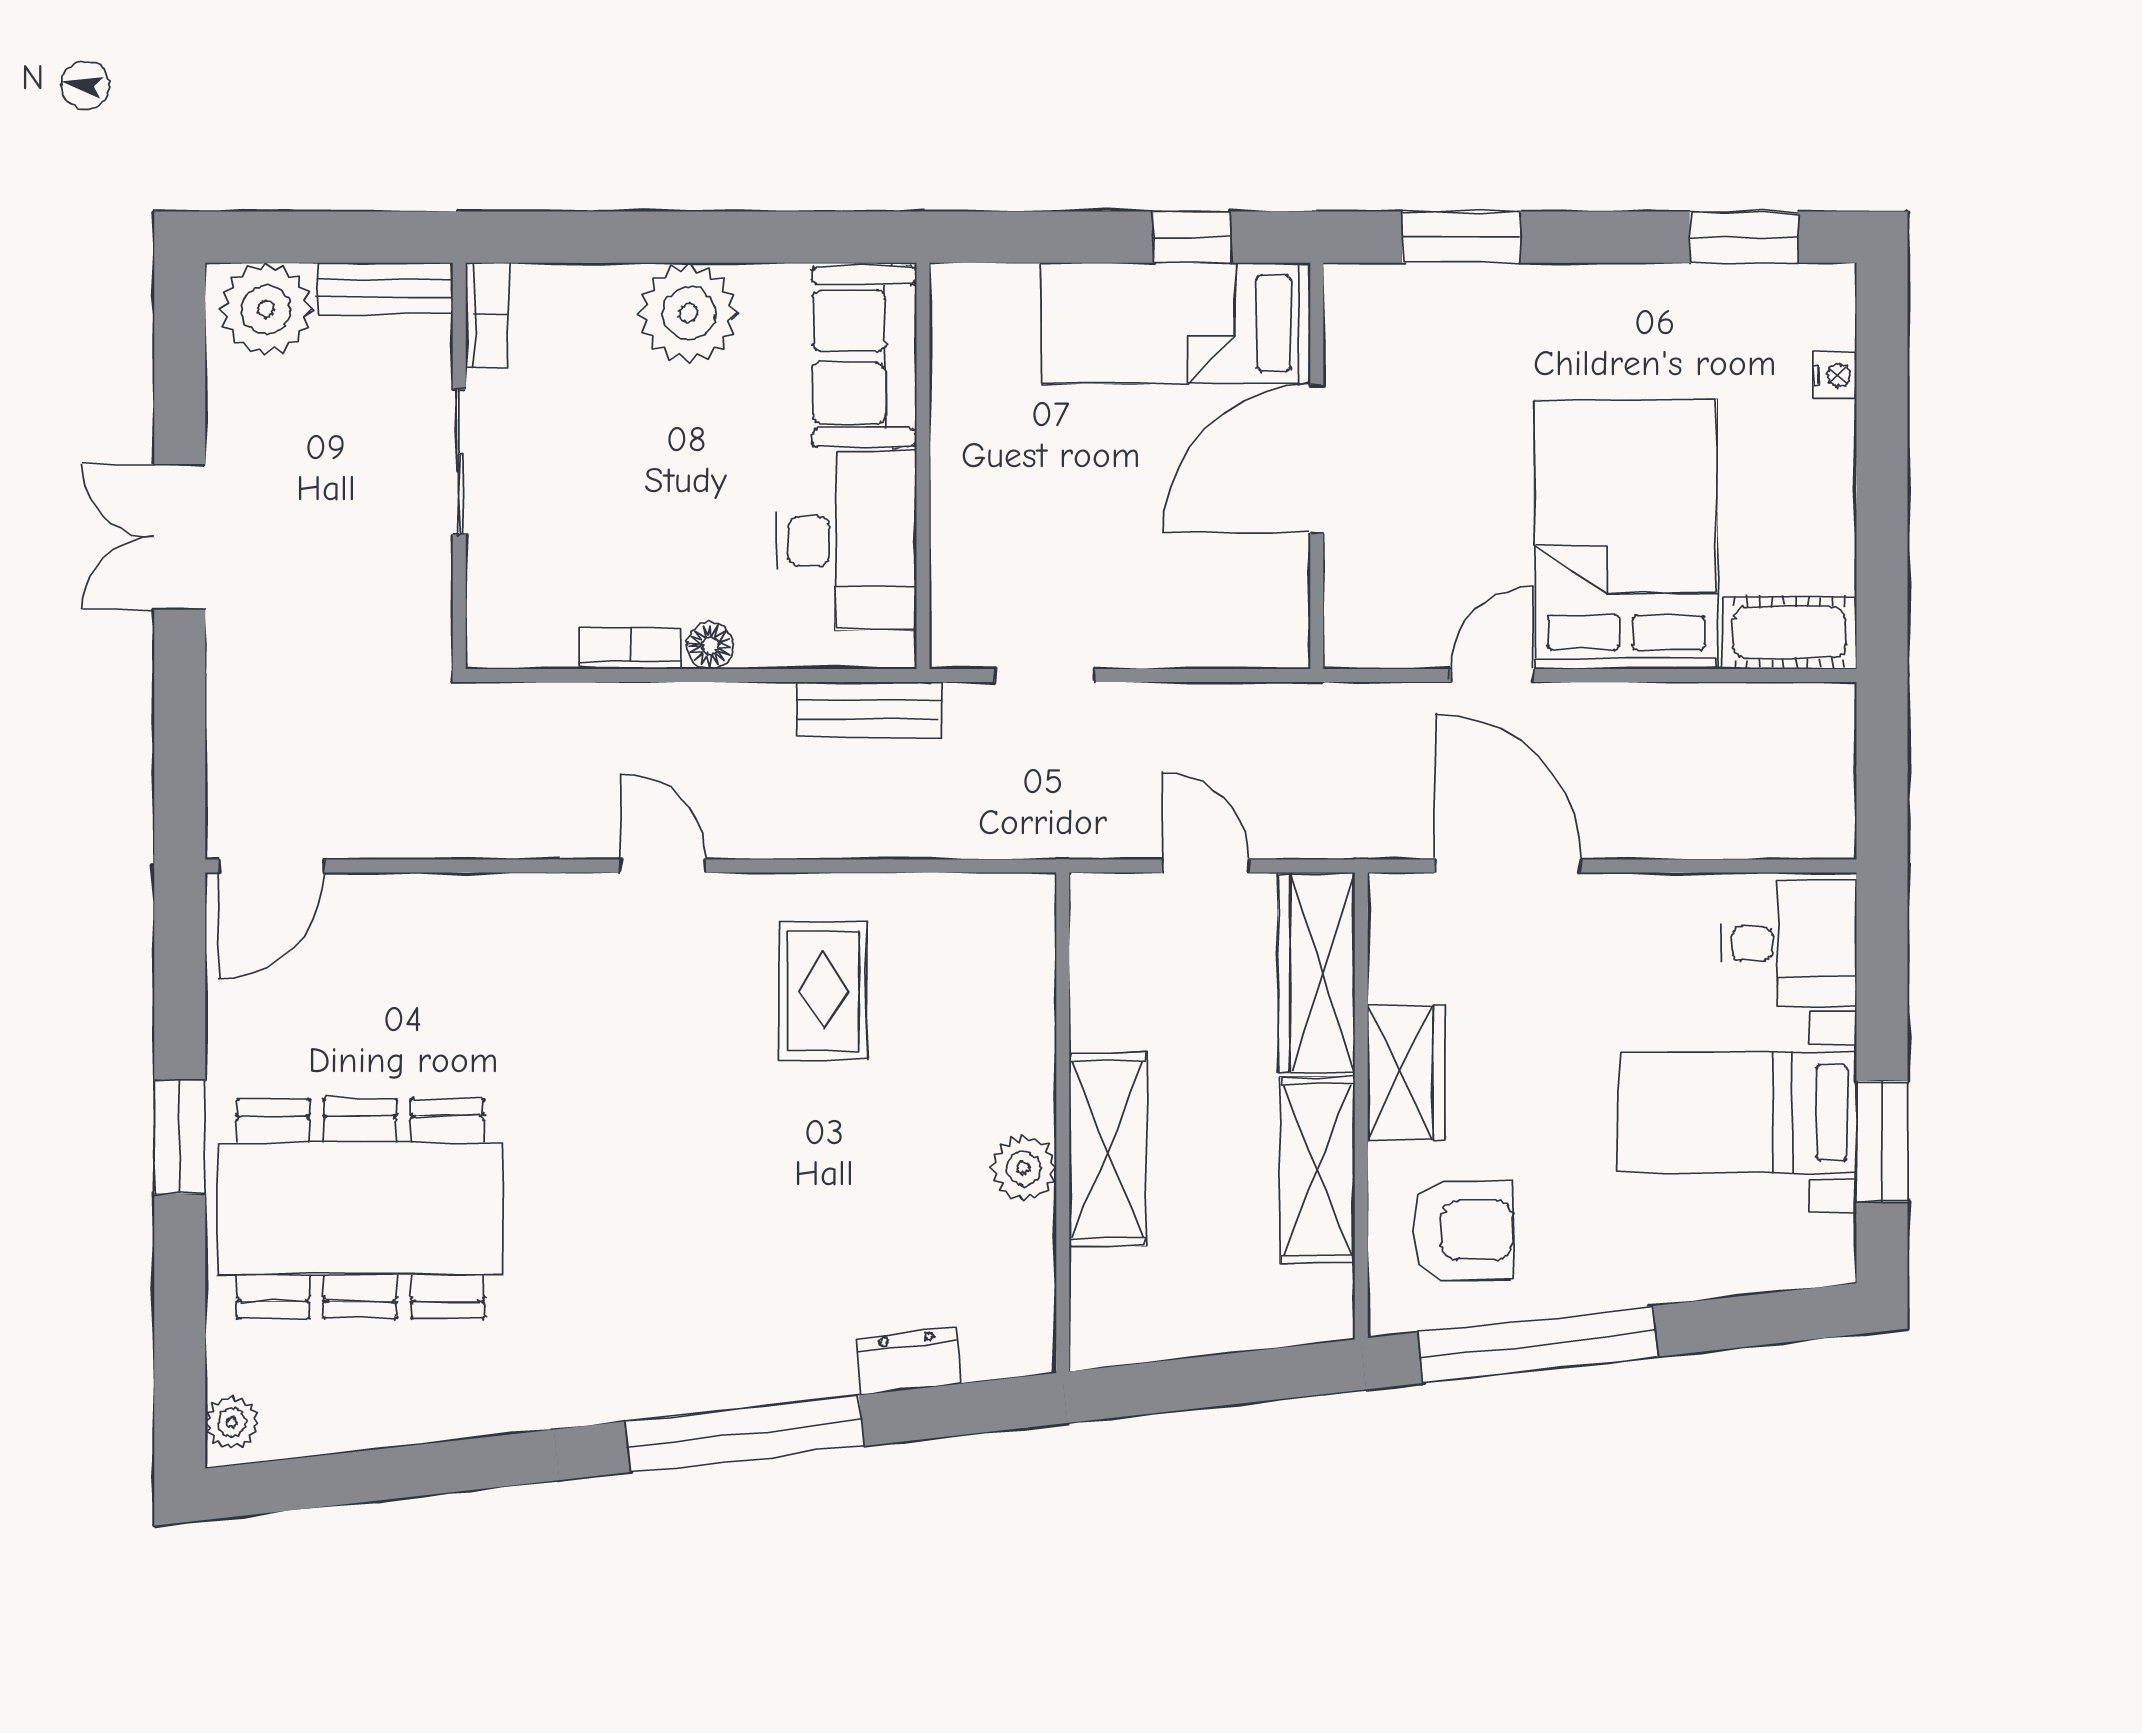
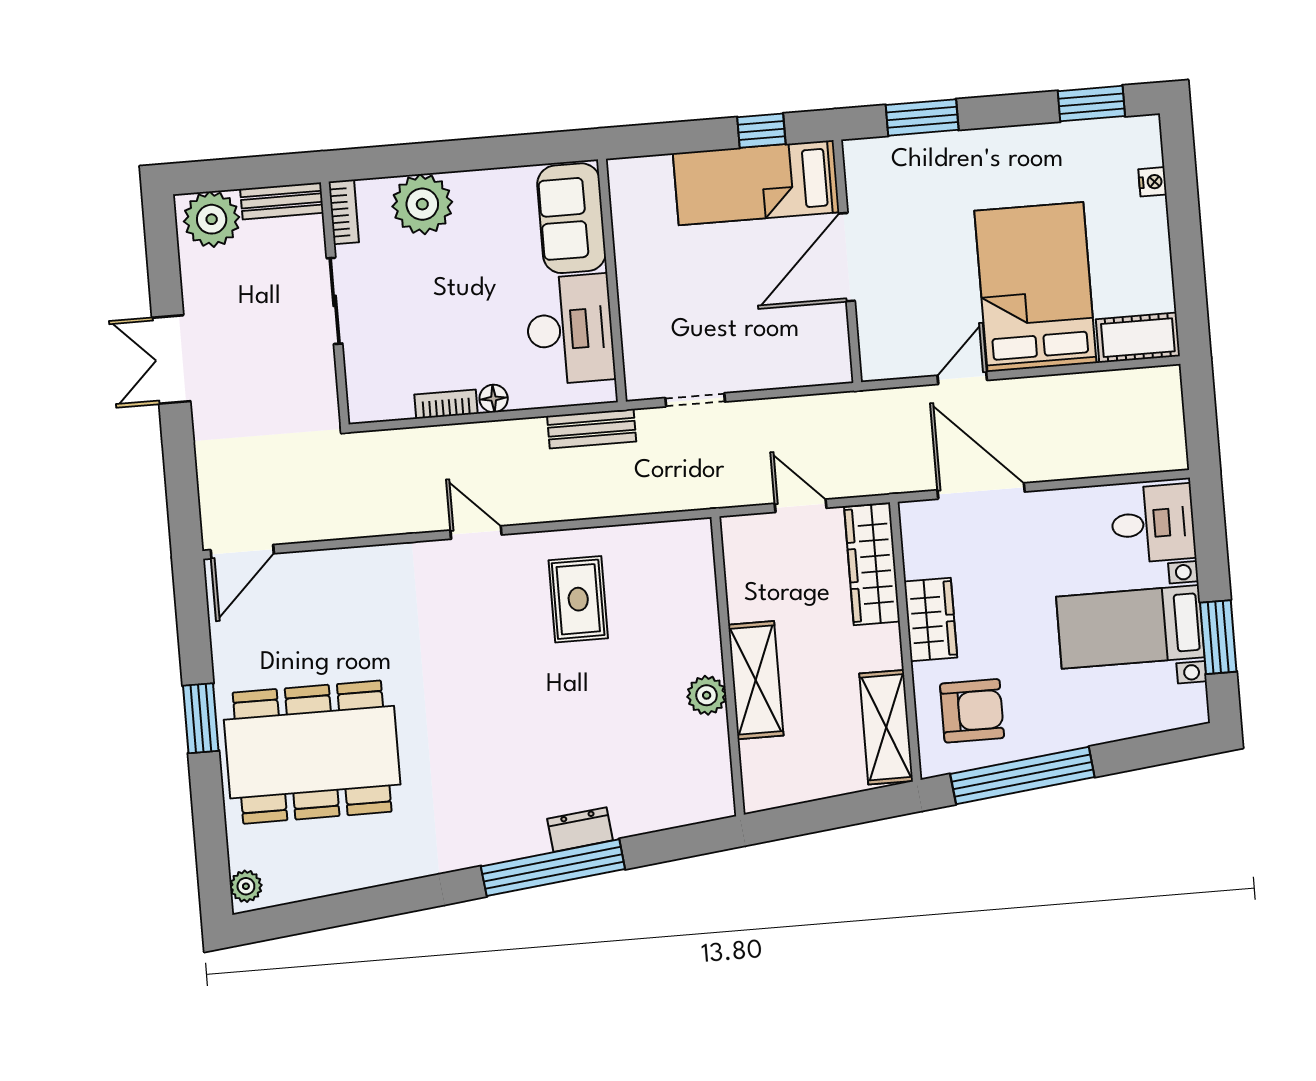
plant: (689, 313) -> (422, 204), moved
shelving: (1318, 1170) -> (886, 727), moved
dresser: (909, 1361) -> (580, 830), moved

